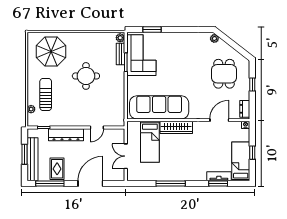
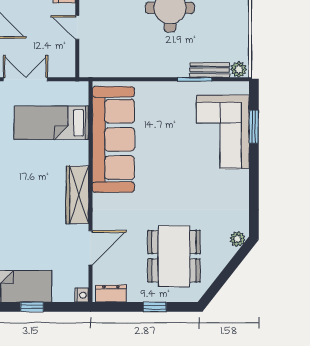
corner sofa: (141, 55) -> (223, 132), moved, turned 90
dining table: (224, 74) -> (174, 256), width x1.38
door: (219, 120) -> (90, 248), hinge flipped
wardrobe: (176, 127) -> (77, 195), moved

